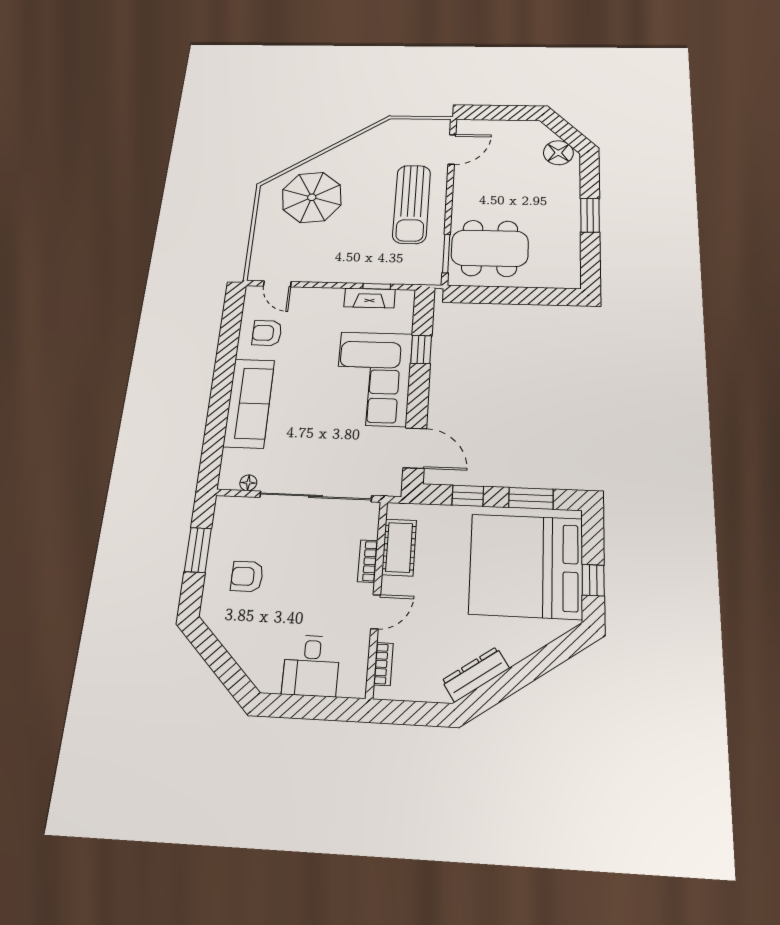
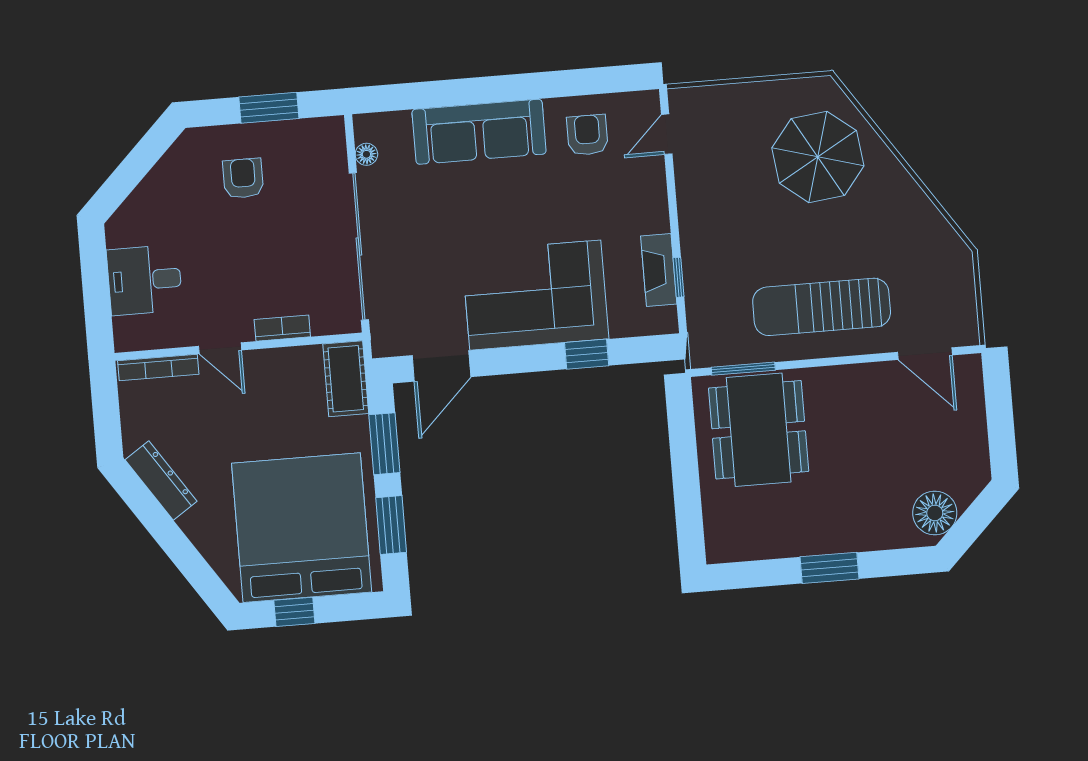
window: (468, 496) -> (384, 444), width x1.50
cot: (399, 547) -> (346, 379), moved, turned 90
bookcase: (383, 664) -> (158, 368), width x1.56

